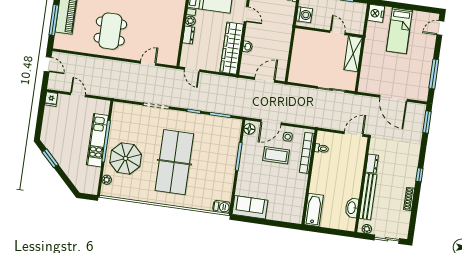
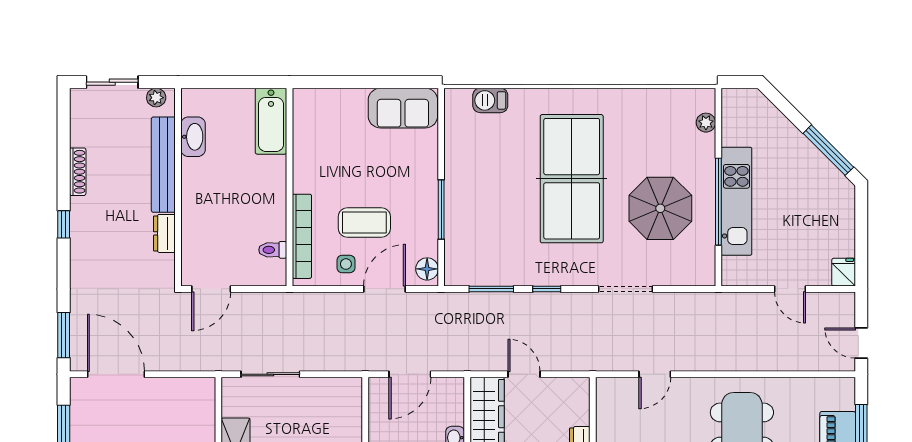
door: (192, 70) -> (524, 374), moved
door: (393, 98) -> (116, 374), moved
window: (50, 158) -> (828, 150), width x1.44
parasol: (126, 158) -> (660, 208), moved
barbecue: (222, 207) -> (490, 100), moved

